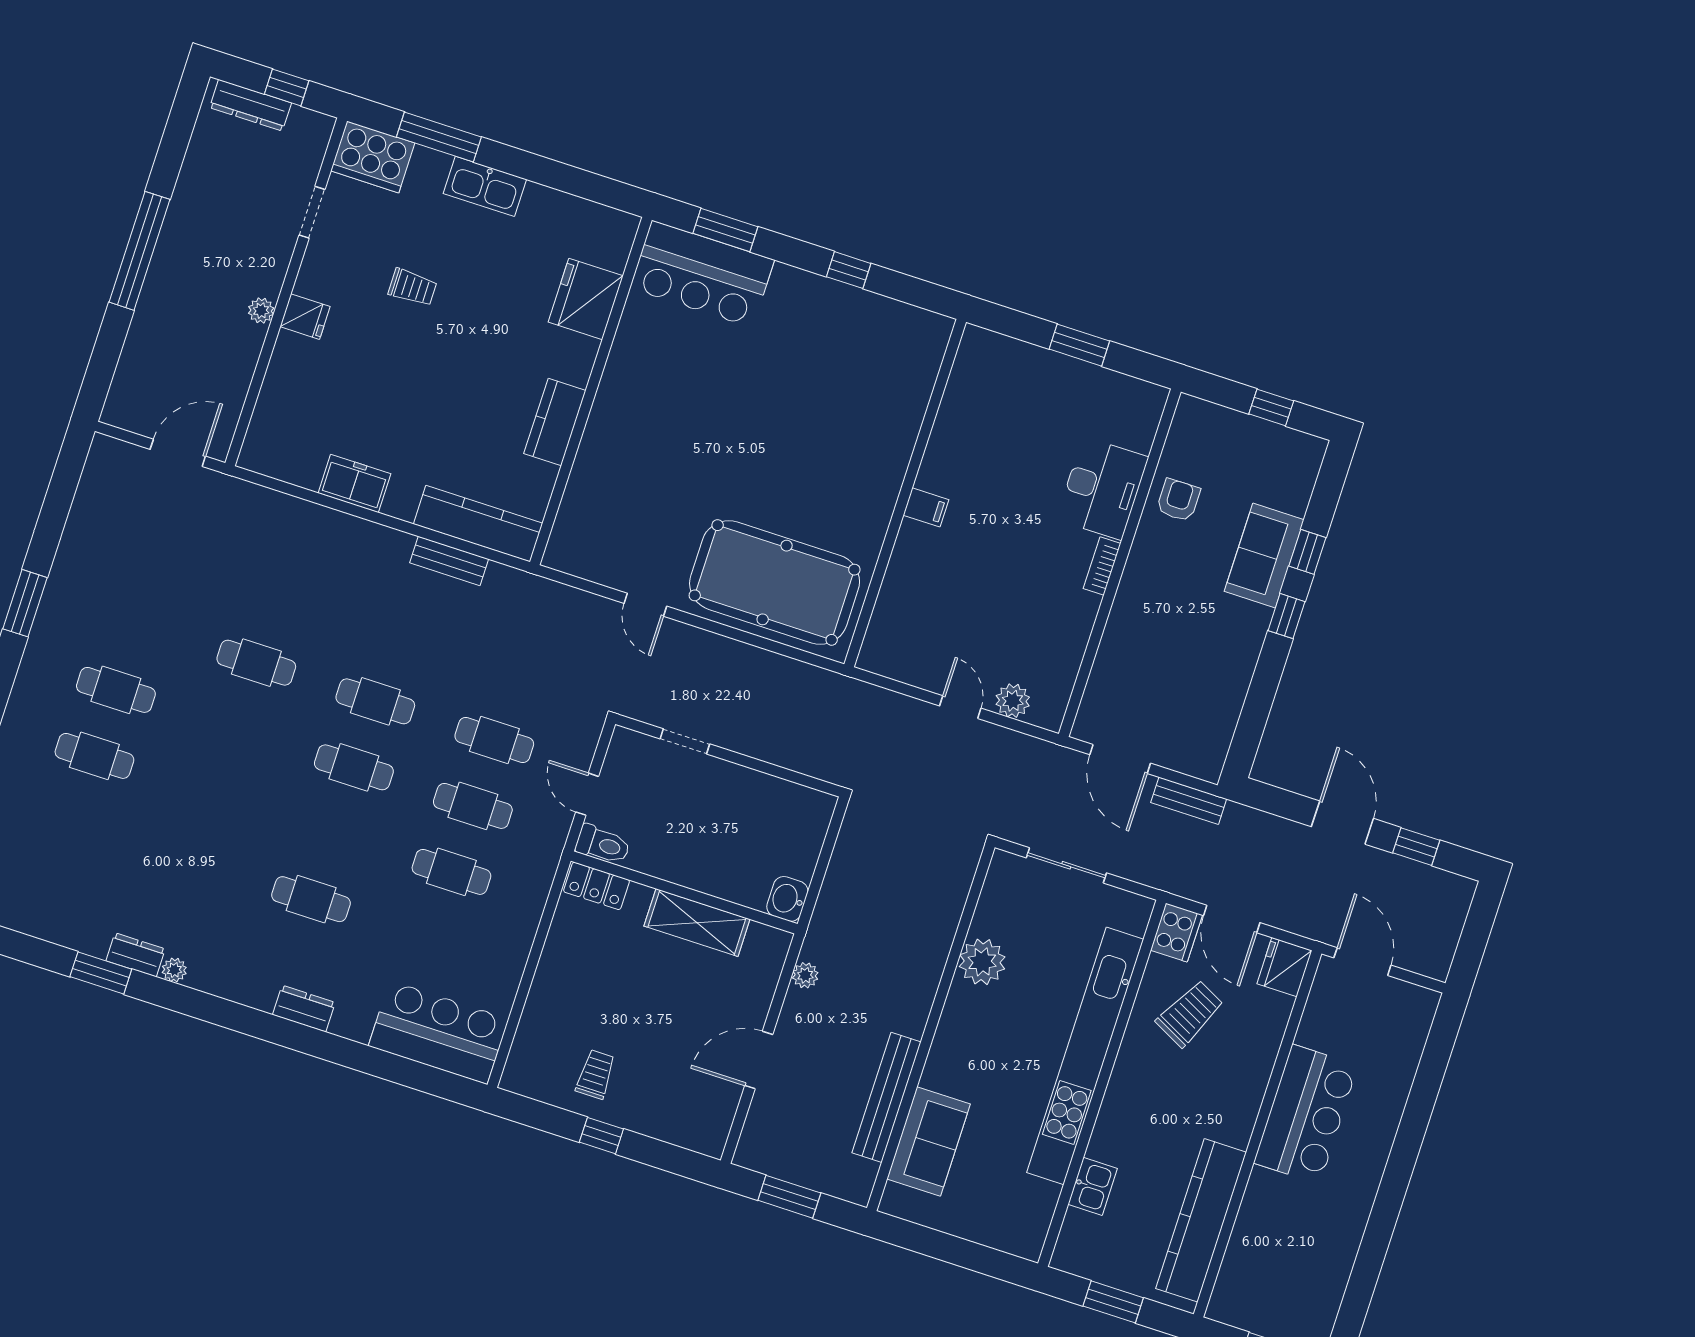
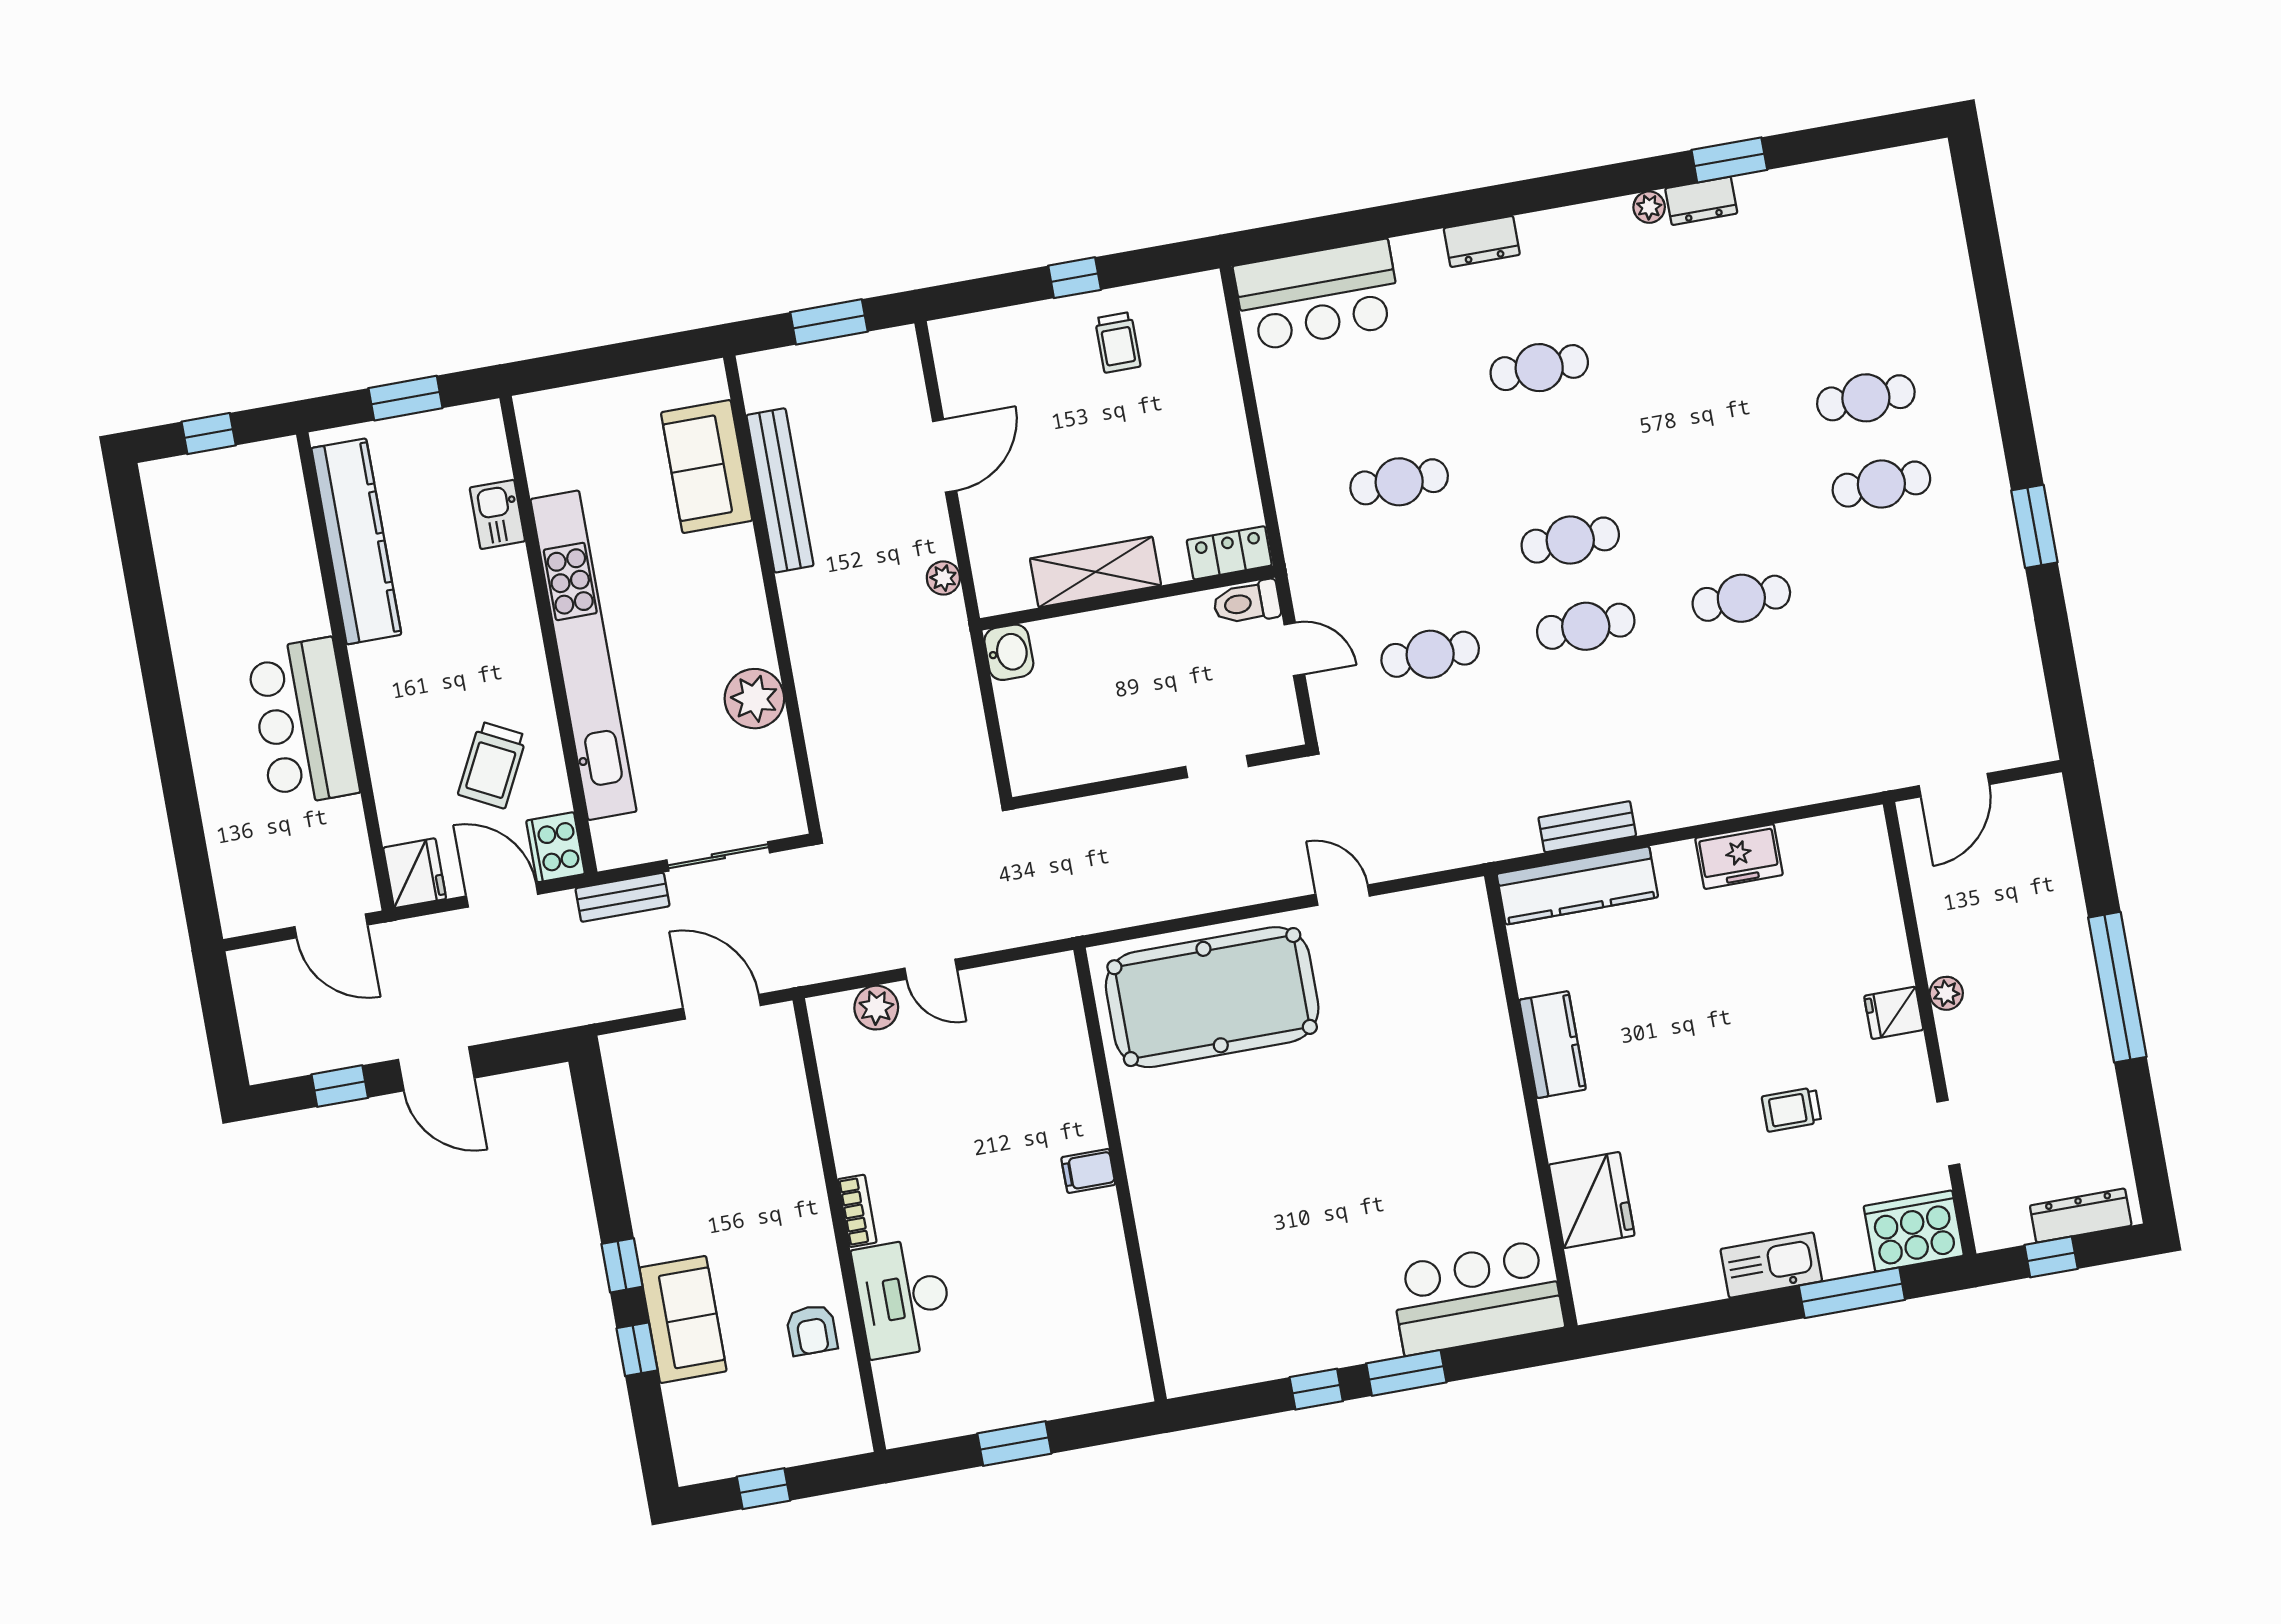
window: (725, 230) -> (1406, 1373), moved
bench: (1189, 801) -> (623, 897), moved
cafe table: (473, 806) -> (1415, 568), removed

